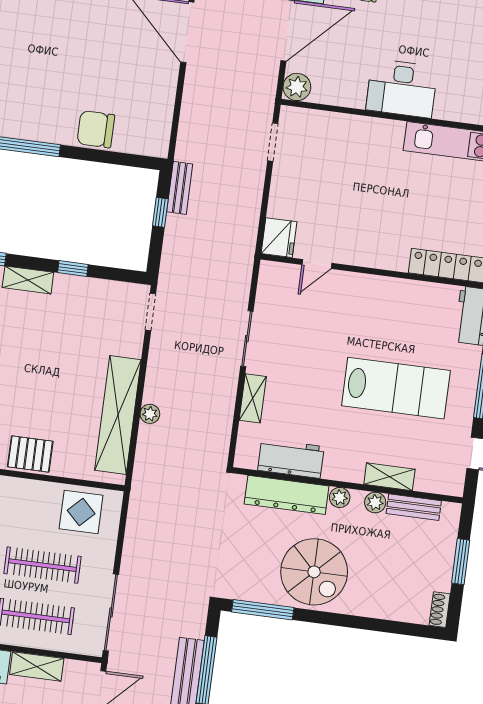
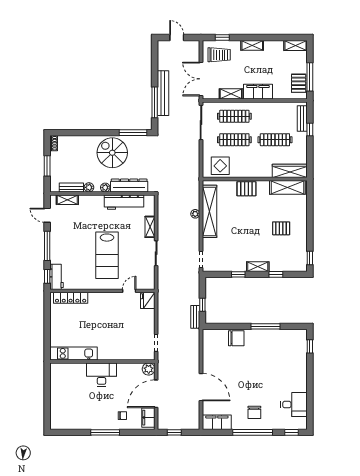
lab bench: (396, 388) -> (107, 255), moved, turned -90
workbench: (291, 458) -> (124, 202), width x1.38
shelving: (389, 477) -> (67, 200), moved

